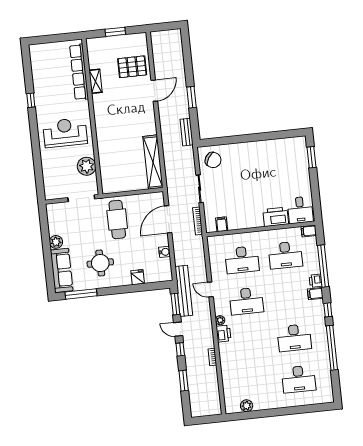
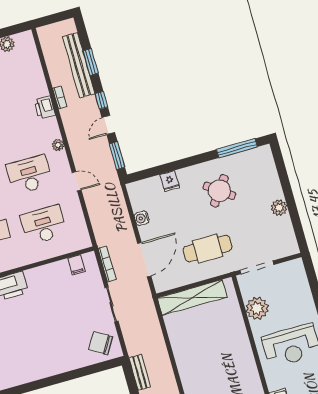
shelving: (153, 162) -> (192, 297), moved, turned 90
cafe table: (117, 220) -> (208, 248), turned 90
round table: (100, 263) -> (219, 191), turned 36
sofa: (62, 270) -> (266, 173), removed
bench: (184, 291) -> (79, 65), moved
door: (178, 329) -> (108, 125), swing flipped
printer: (224, 334) -> (45, 108), moved

